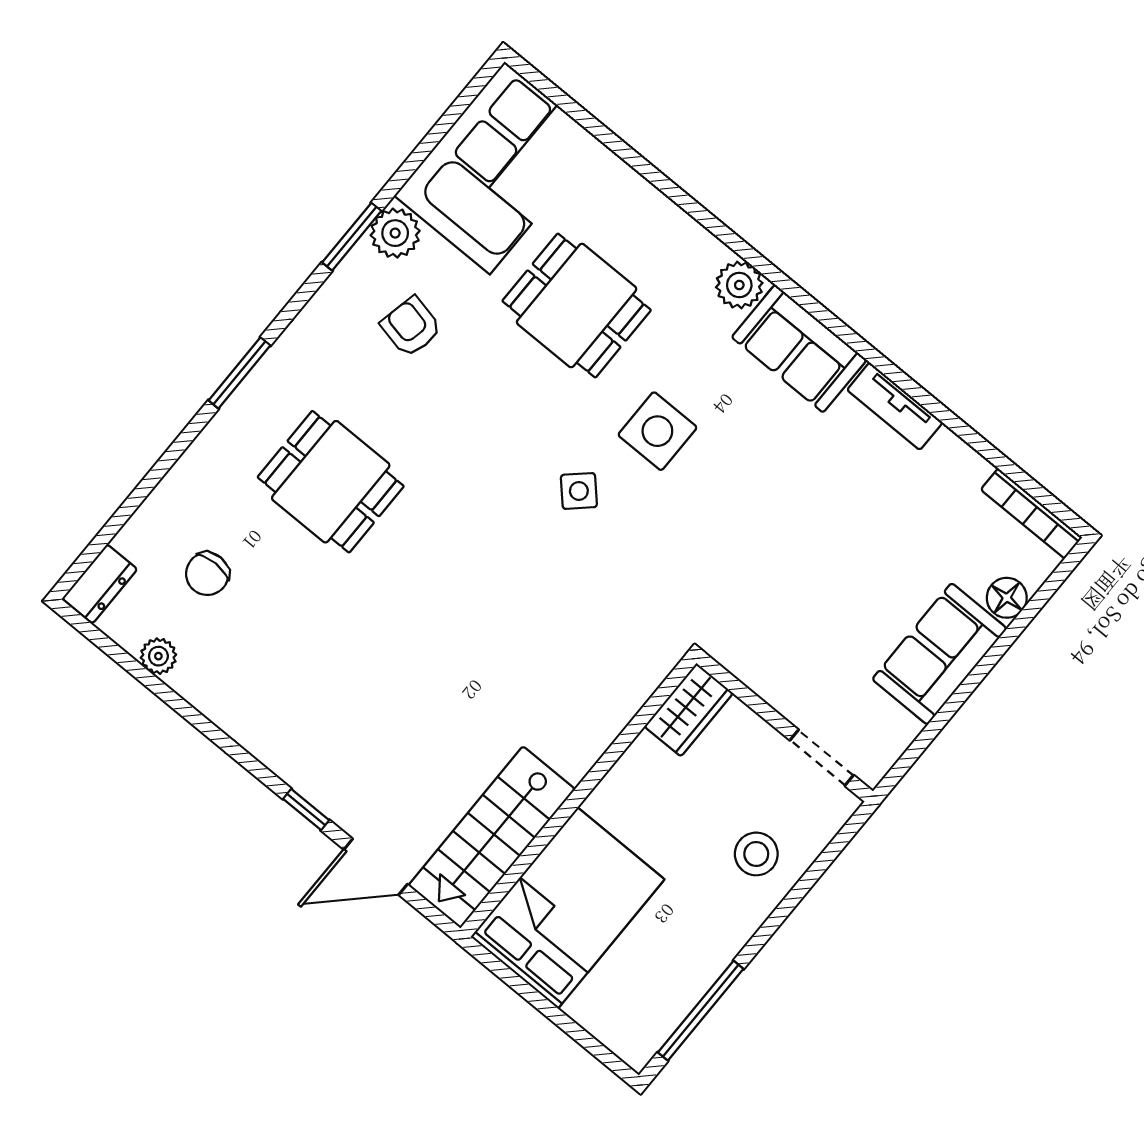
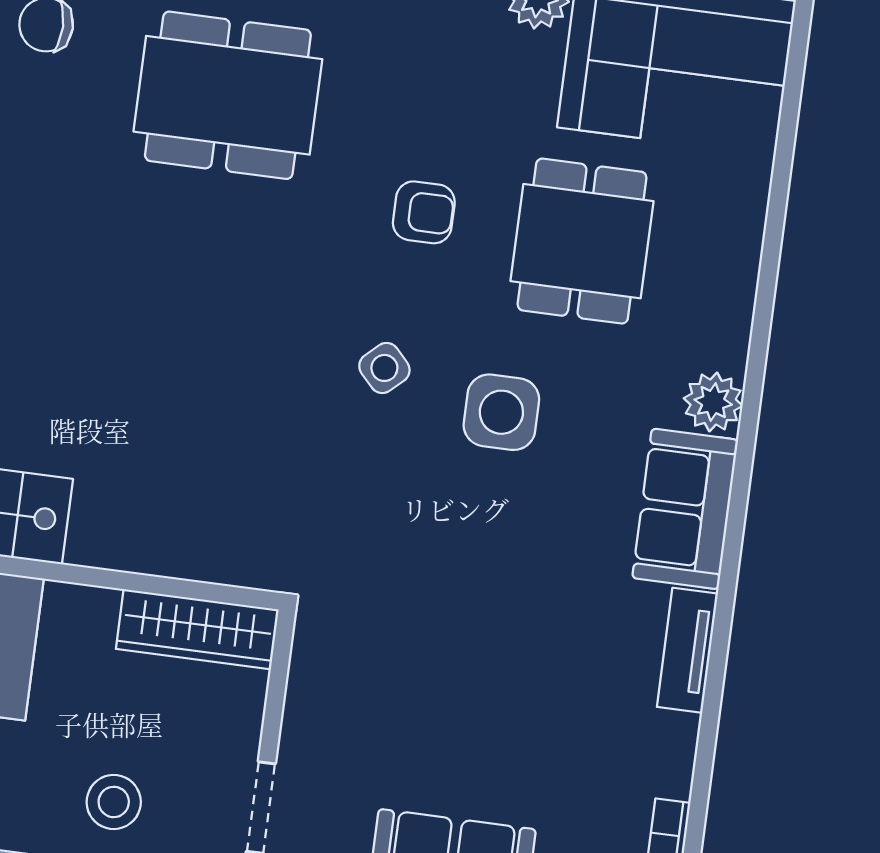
armchair: (411, 327) -> (424, 212), moved, turned 78
dining table: (331, 482) -> (228, 95), width x1.37
wardrobe: (689, 710) -> (197, 629), width x1.50

